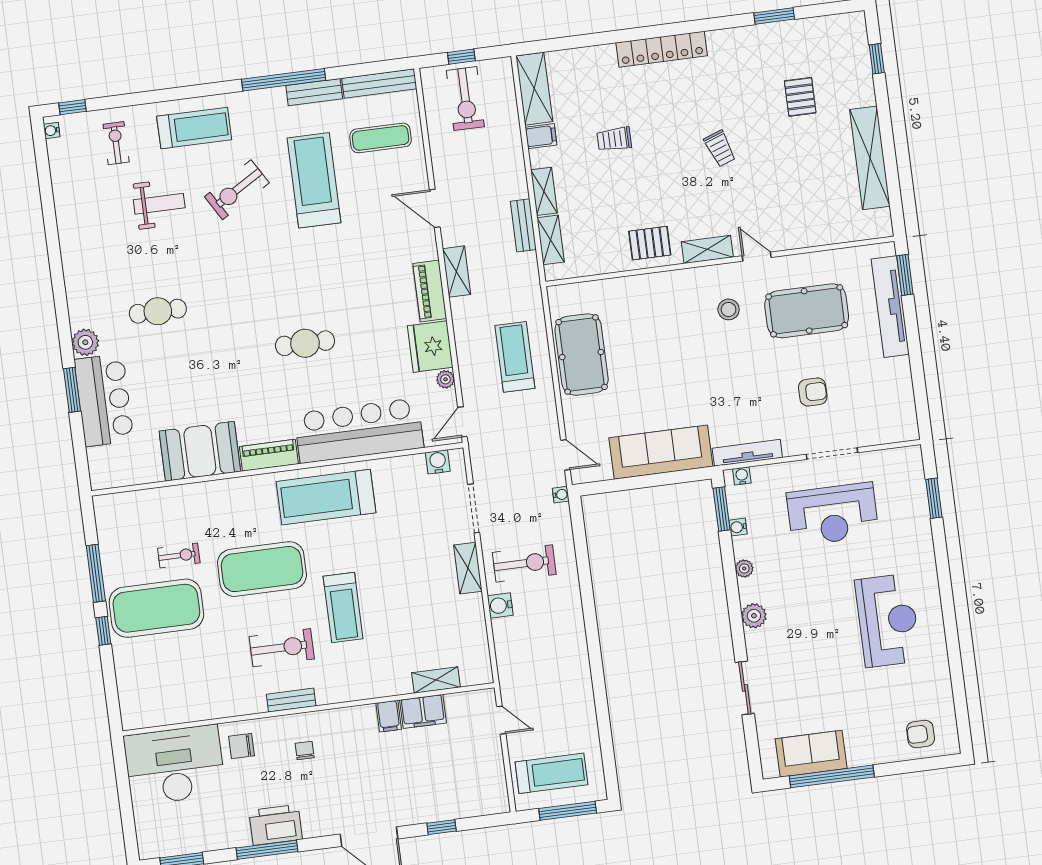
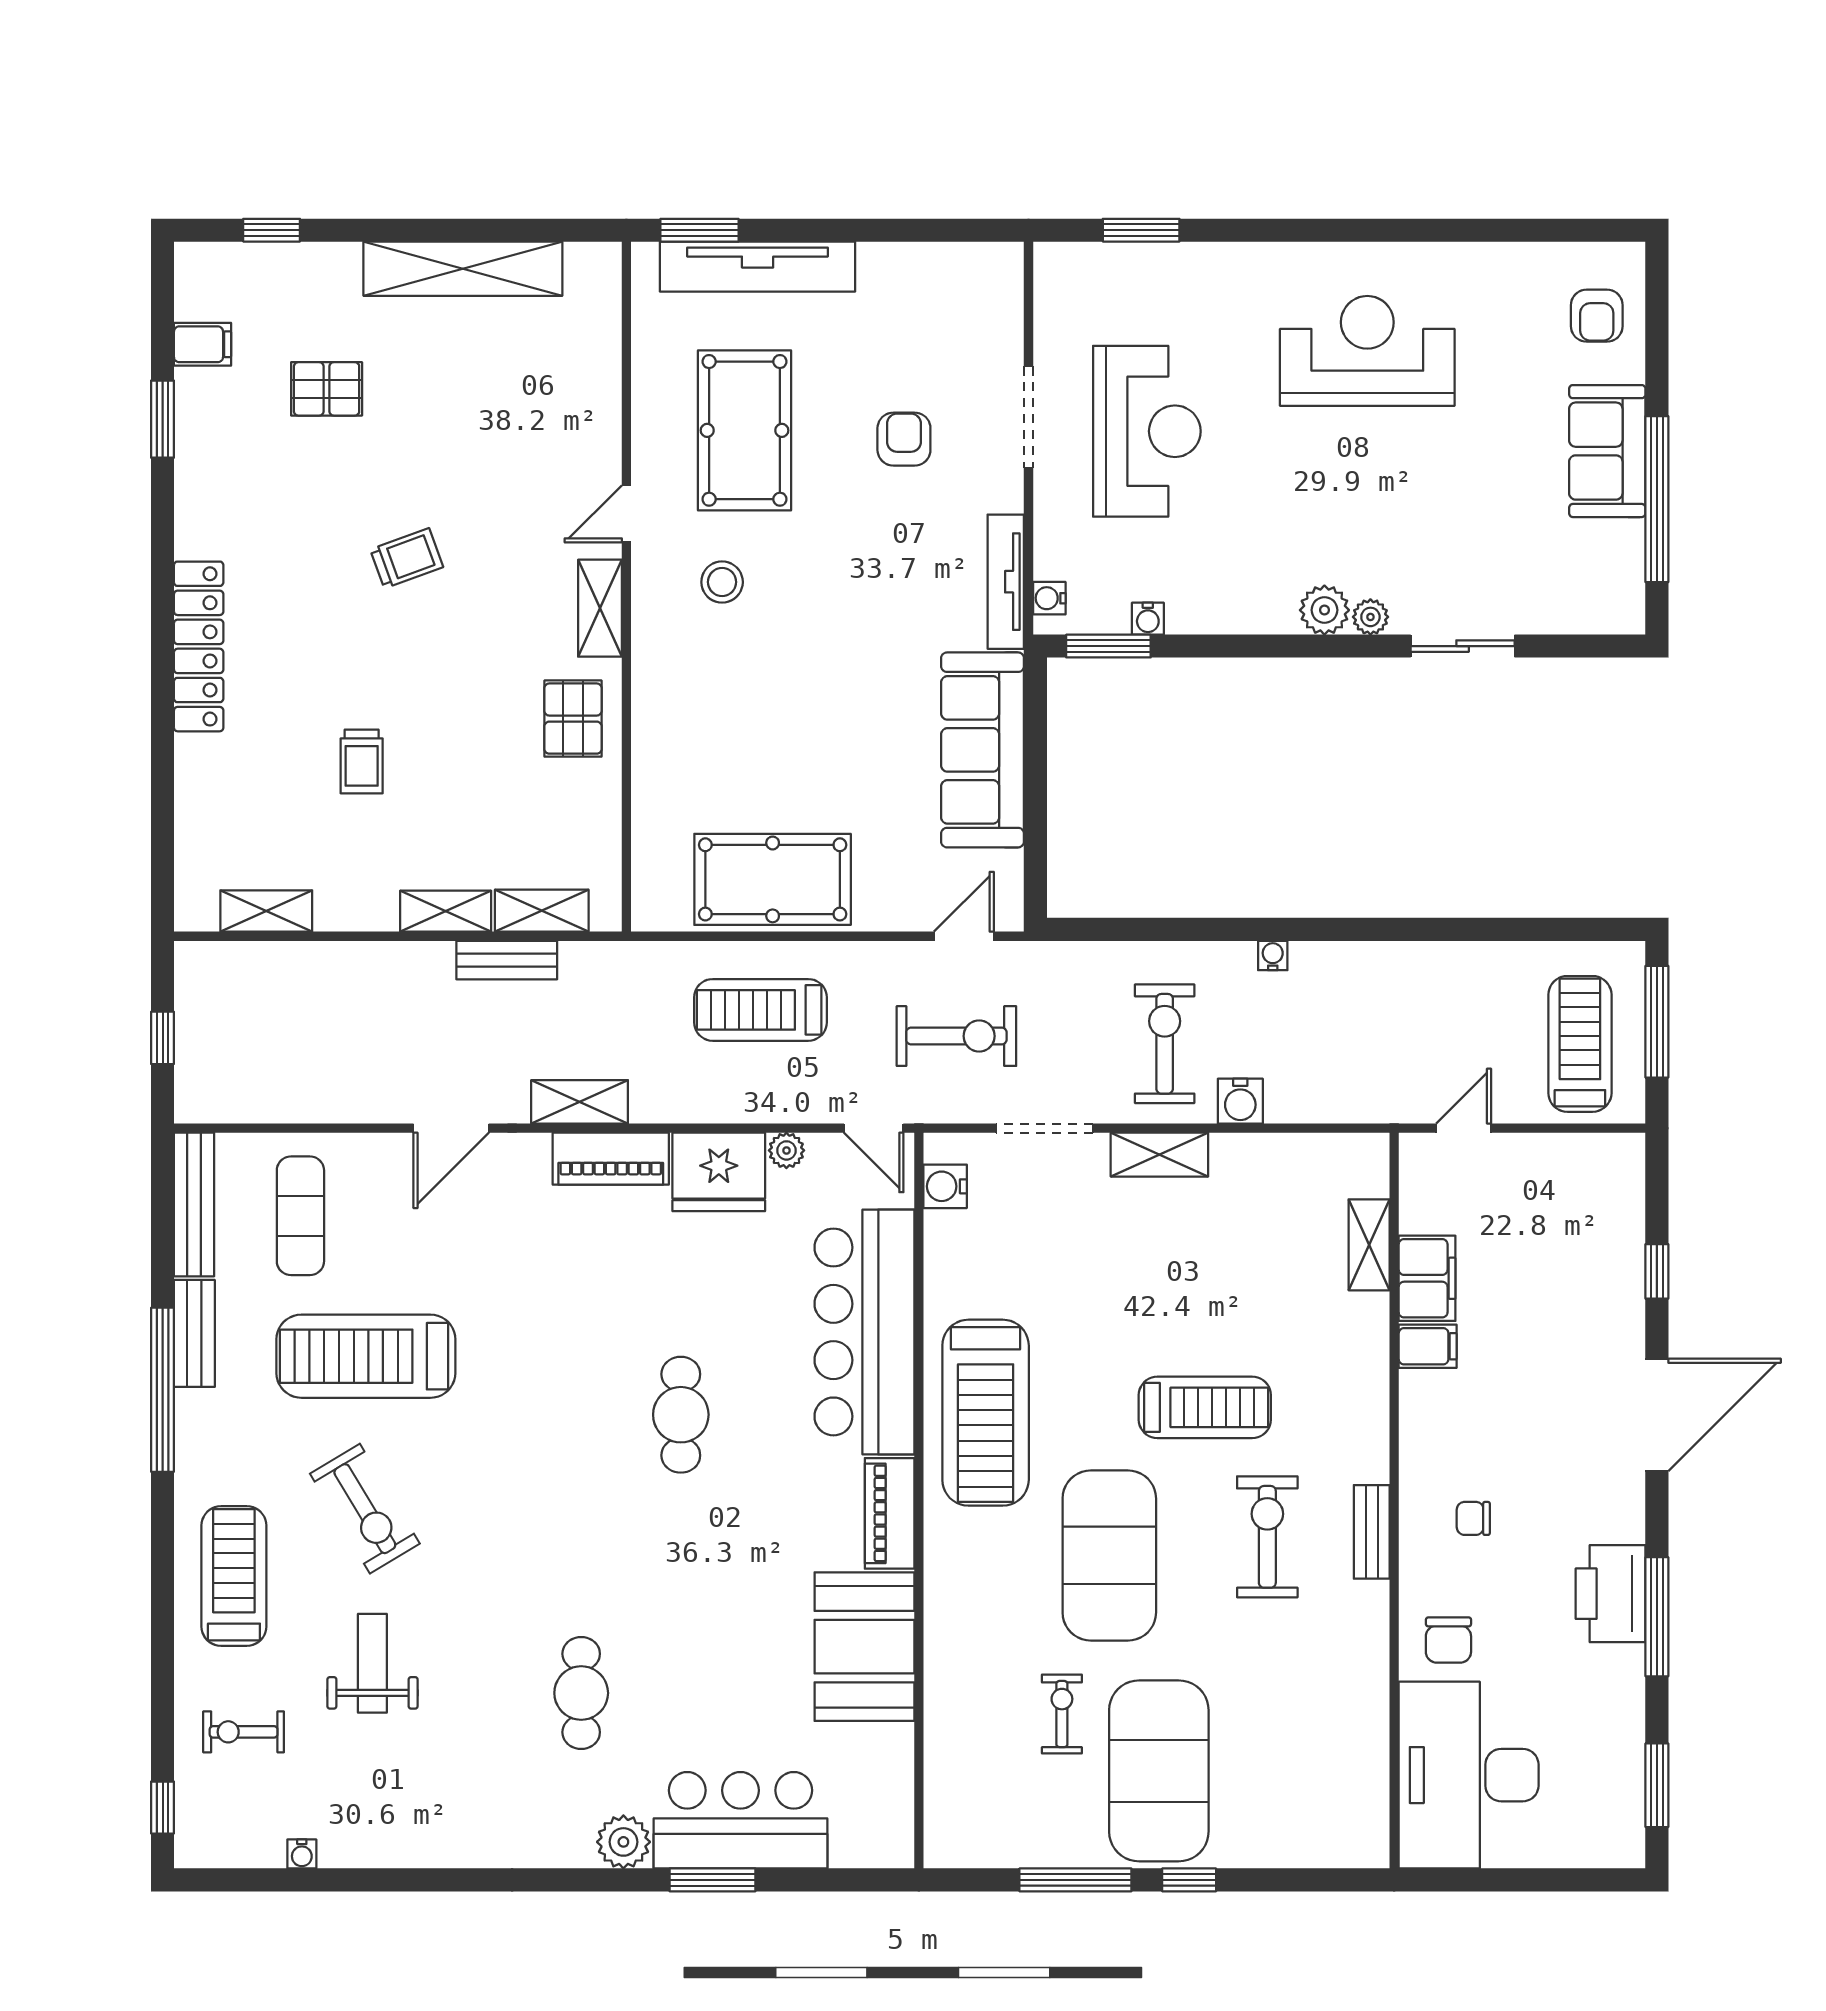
shelving: (534, 89) -> (266, 911), width x0.67, depth x0.75
exercise bike: (465, 99) -> (956, 1036), moved
water cooler: (52, 130) -> (302, 1854), moved
filing cabinet: (541, 136) -> (202, 344), moved, turned 90
water cooler: (561, 495) -> (1273, 956), moved
plant: (744, 568) -> (1370, 617), moved
sofa: (811, 754) -> (1607, 451), moved

